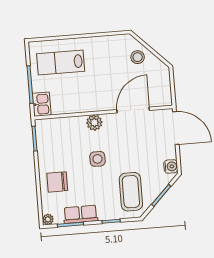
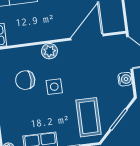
water cooler: (171, 166) -> (125, 79), moved
chair: (57, 182) -> (25, 80), moved

